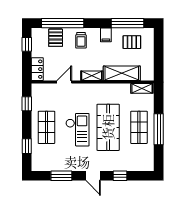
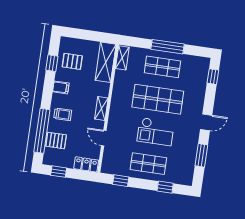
window: (127, 23) -> (52, 63), width x0.46
pallet: (132, 42) -> (72, 61), turned 90
shelving: (122, 73) -> (106, 62), moved
checkout: (77, 130) -> (156, 132), turned 180
window: (120, 176) -> (213, 77), moved

